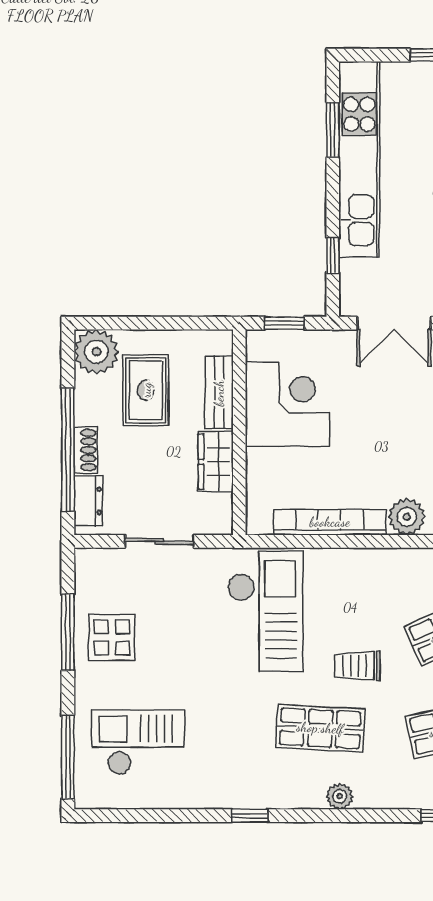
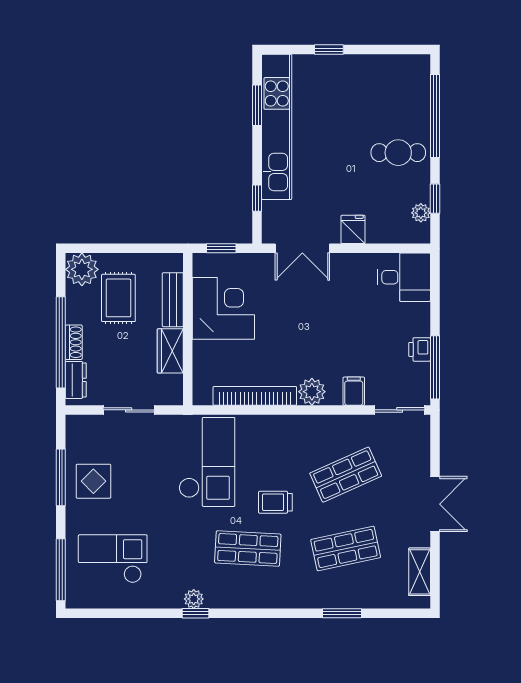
plant: (340, 796) -> (194, 599), moved

